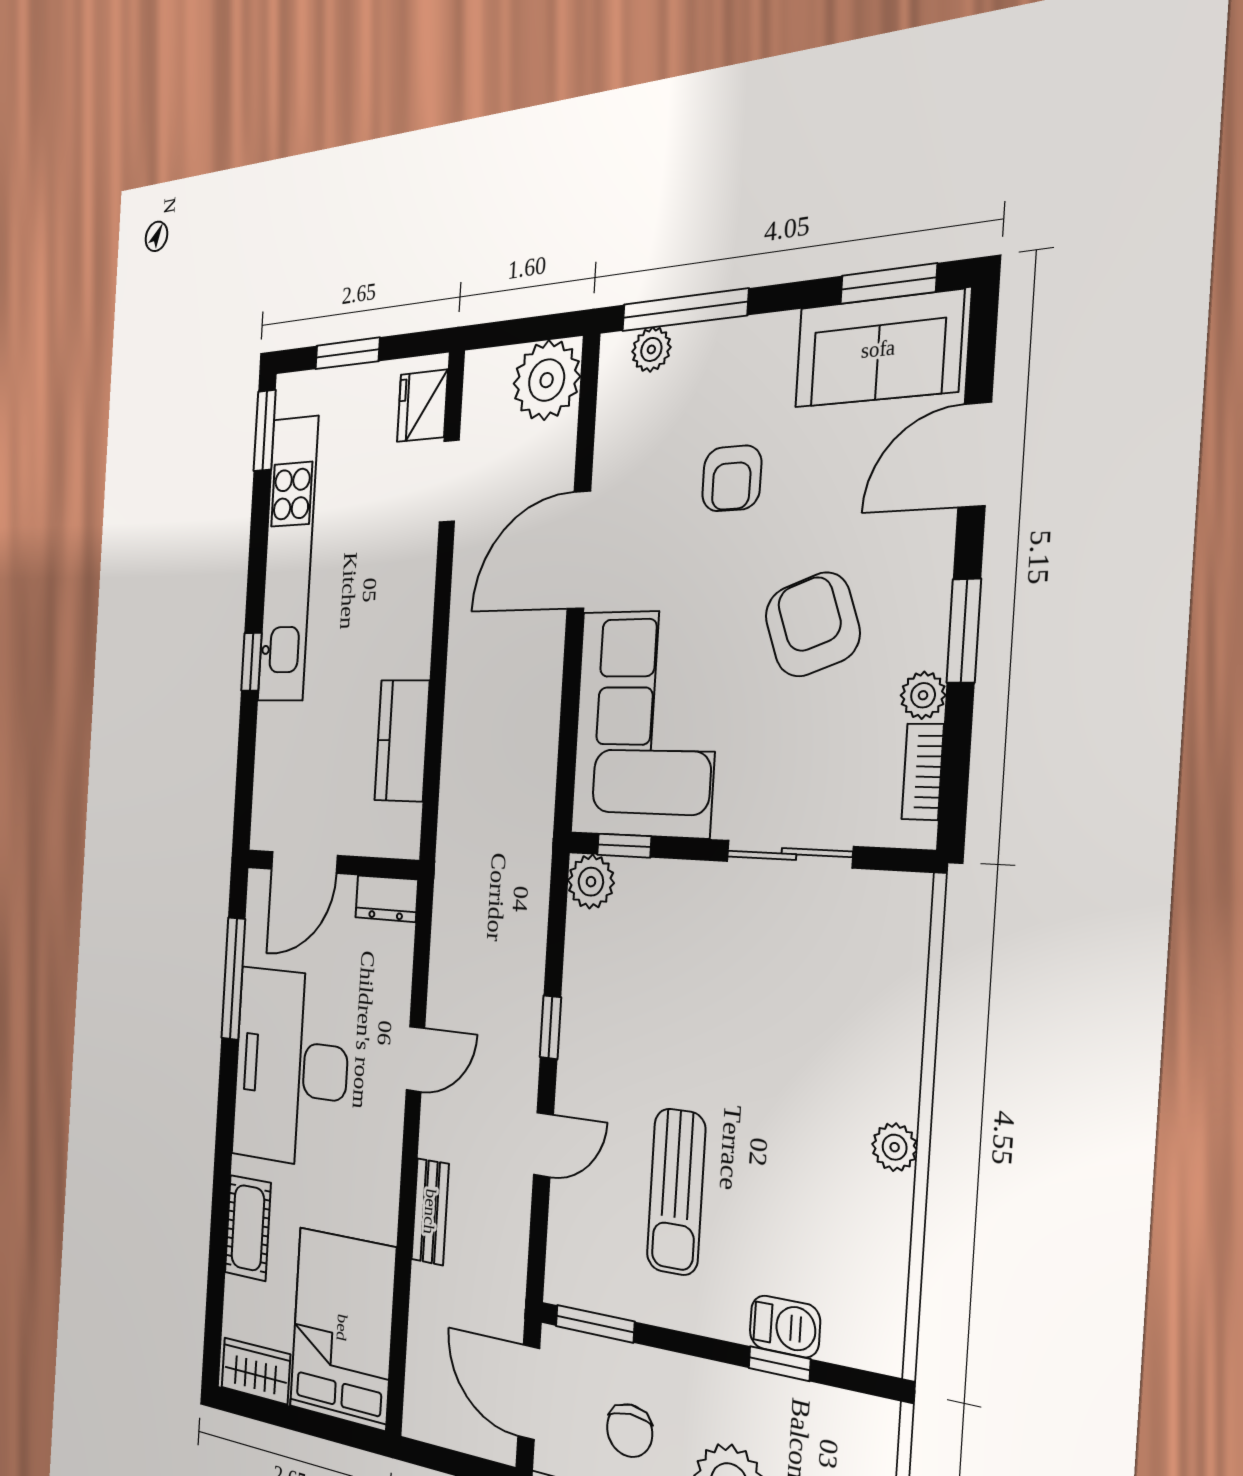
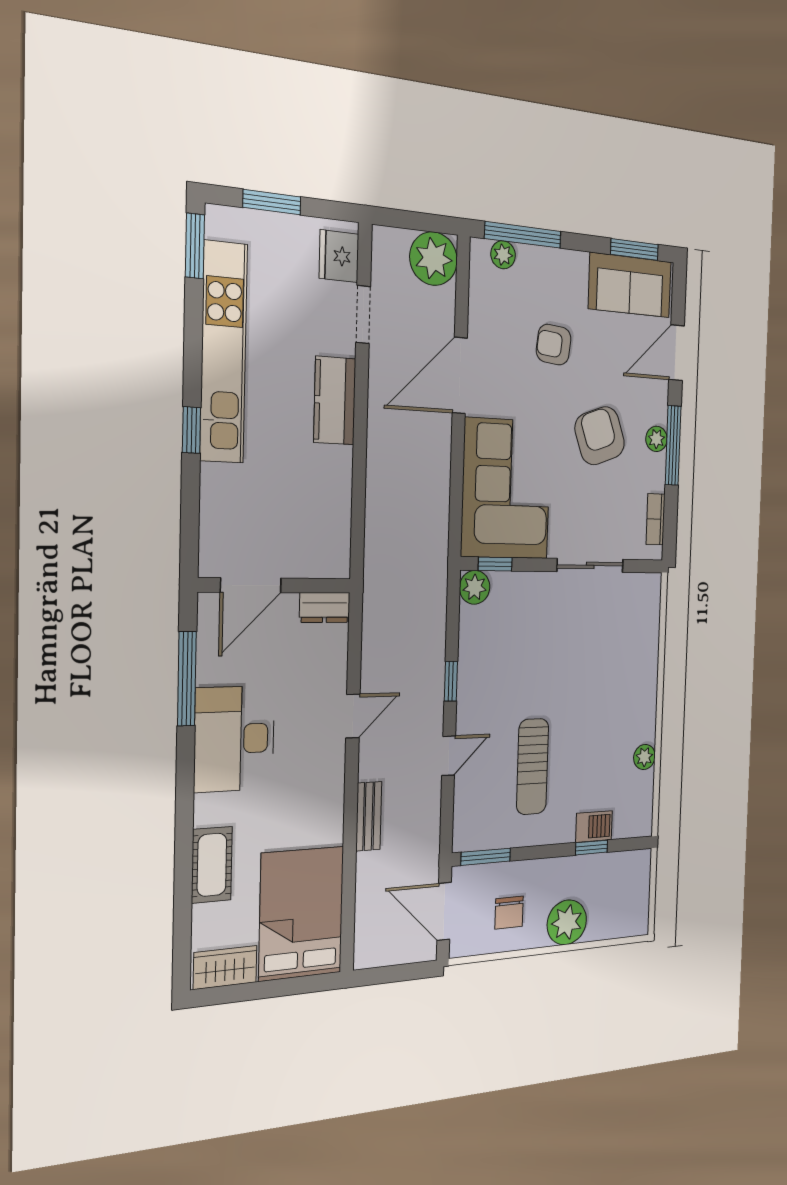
armchair: (732, 478) -> (554, 345), turned 96
window: (964, 631) -> (673, 445), width x1.44
plant: (923, 695) -> (656, 439), moved
kitchen counter: (402, 741) -> (335, 401), moved
desk: (291, 1067) -> (235, 739), width x0.73, depth x0.77
plant: (895, 1147) -> (644, 757), moved

